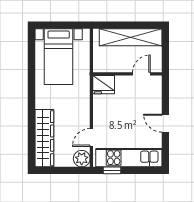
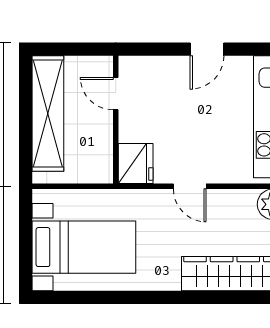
door: (91, 138) -> (190, 186), moved

